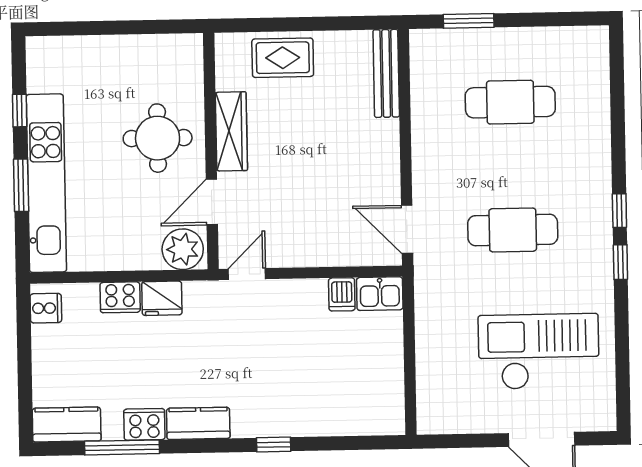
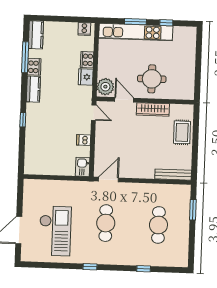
window: (619, 211) -> (144, 269), moved
dishwasher: (342, 294) -> (84, 140), moved

